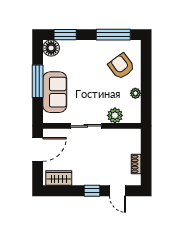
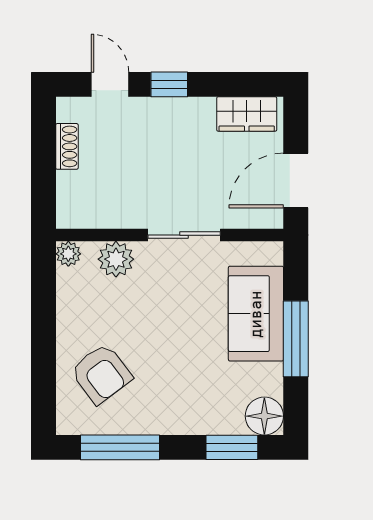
plant: (135, 93) -> (68, 254), moved

